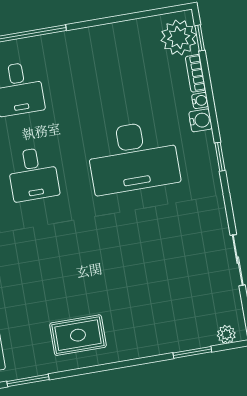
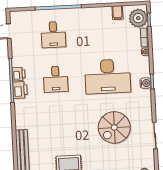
filing cabinet: (137, 32) -> (117, 13), added
water cooler: (201, 120) -> (145, 83), moved
spiral stairs: (158, 254) -> (114, 127), added

